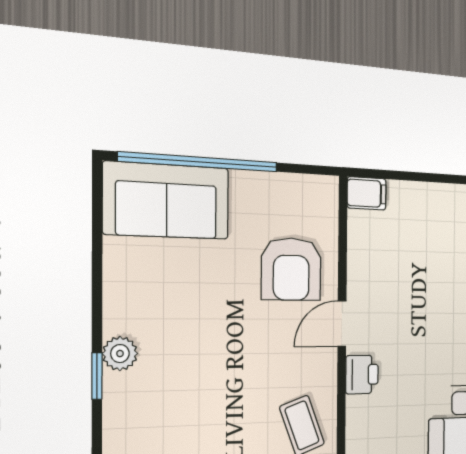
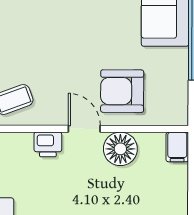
floor lamp: (369, 273) -> (120, 149), added

